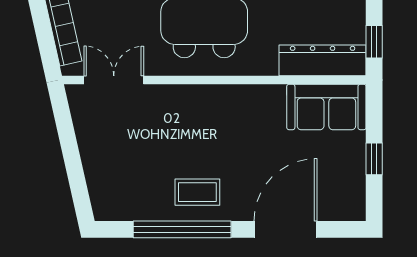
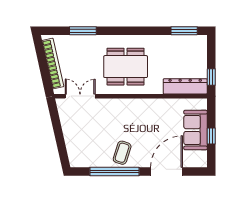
sofa: (326, 107) -> (195, 130), moved, turned 90
coffee table: (197, 192) -> (122, 153), turned -72

